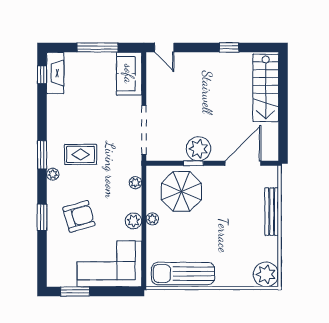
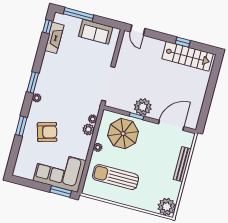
window: (98, 47) -> (78, 14), moved
fireplace: (55, 73) -> (54, 38), moved
sofa: (129, 74) -> (96, 32), moved, turned -90
stairs: (266, 88) -> (188, 56), moved, turned -90
rug: (81, 154) -> (60, 89), removed
plant: (133, 221) -> (88, 129), moved
sun lounger: (183, 274) -> (116, 177), moved
window: (75, 292) -> (61, 192), moved

